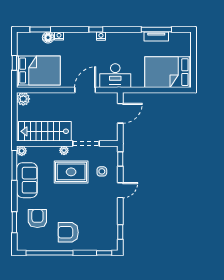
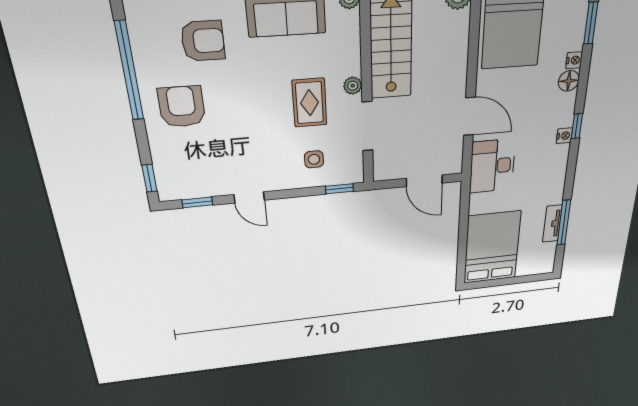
floor lamp: (48, 38) -> (569, 81), moved
rug: (71, 172) -> (310, 103), width x0.73, depth x0.70
door: (120, 190) -> (249, 197), moved

